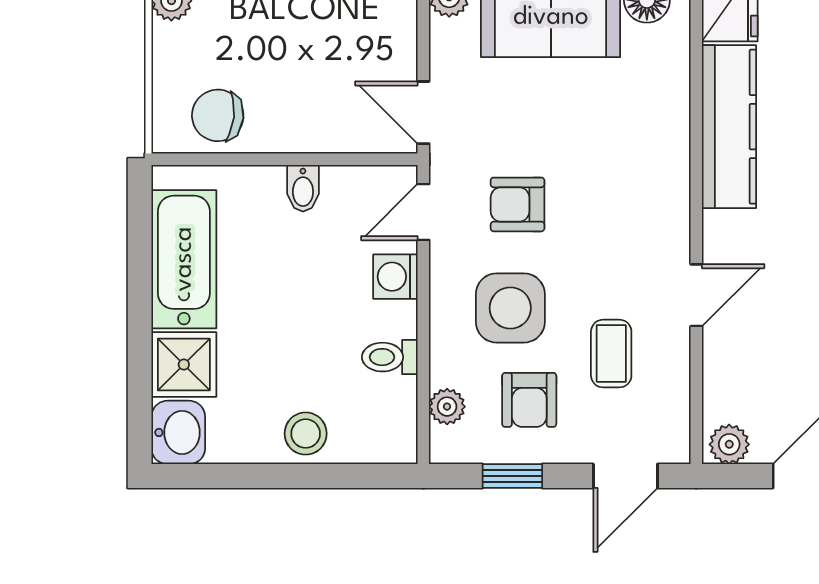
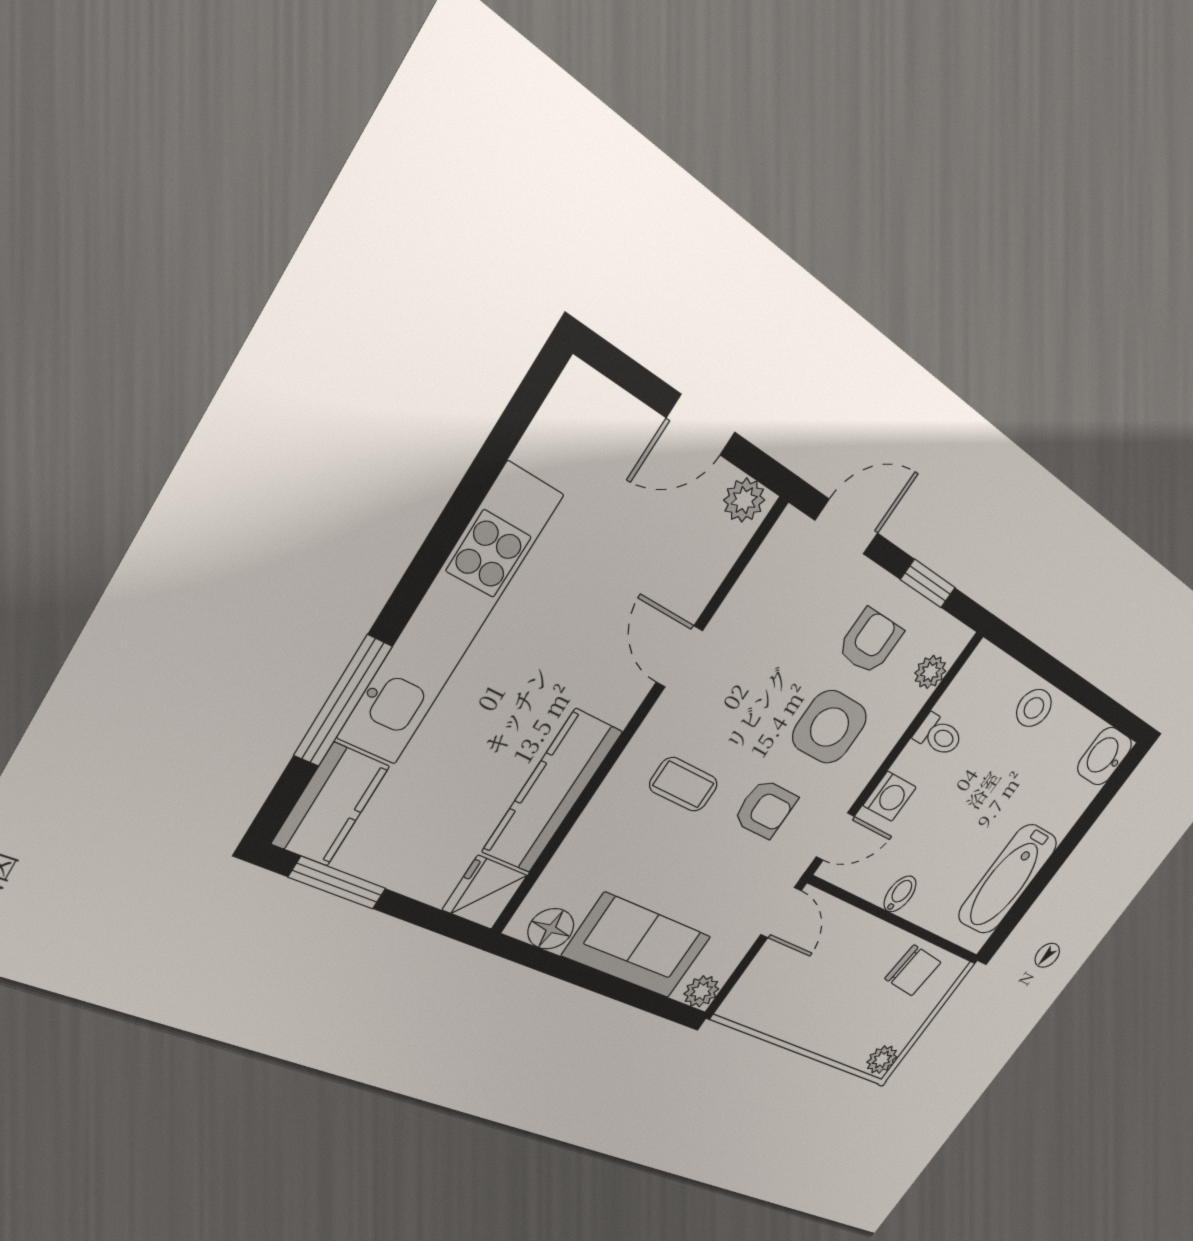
door: (696, 295) -> (679, 656), hinge flipped
coffee table: (611, 354) -> (684, 784), moved, turned 90
shower: (184, 364) -> (1064, 804), removed

